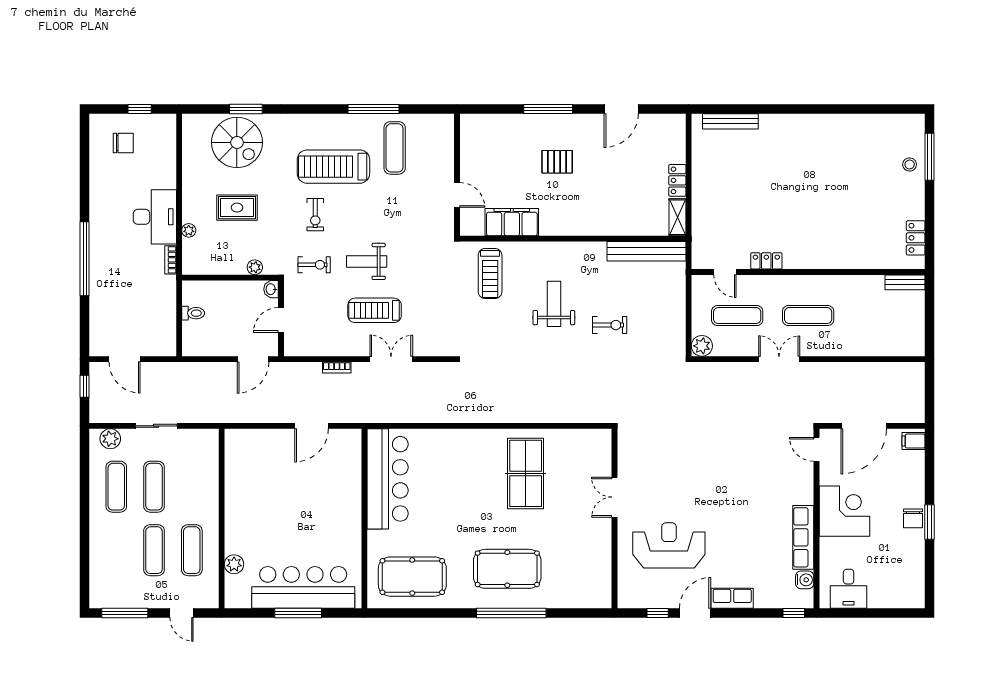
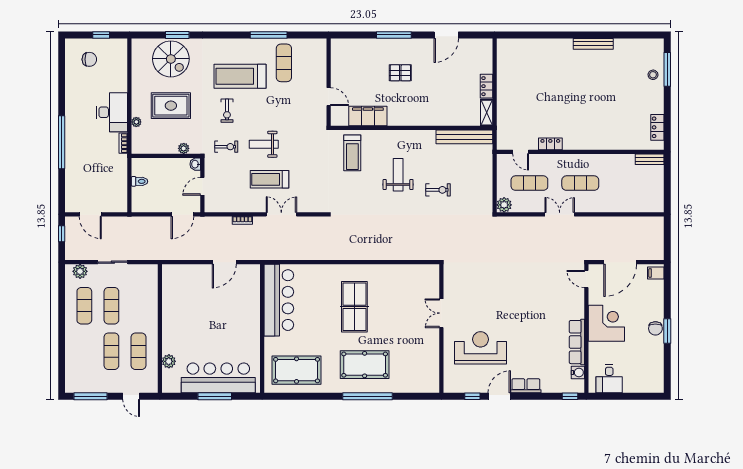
bench: (730, 121) -> (593, 44), moved
rug: (237, 208) -> (171, 106), width x1.36, depth x1.43
table tennis table: (526, 473) -> (354, 307), moved

